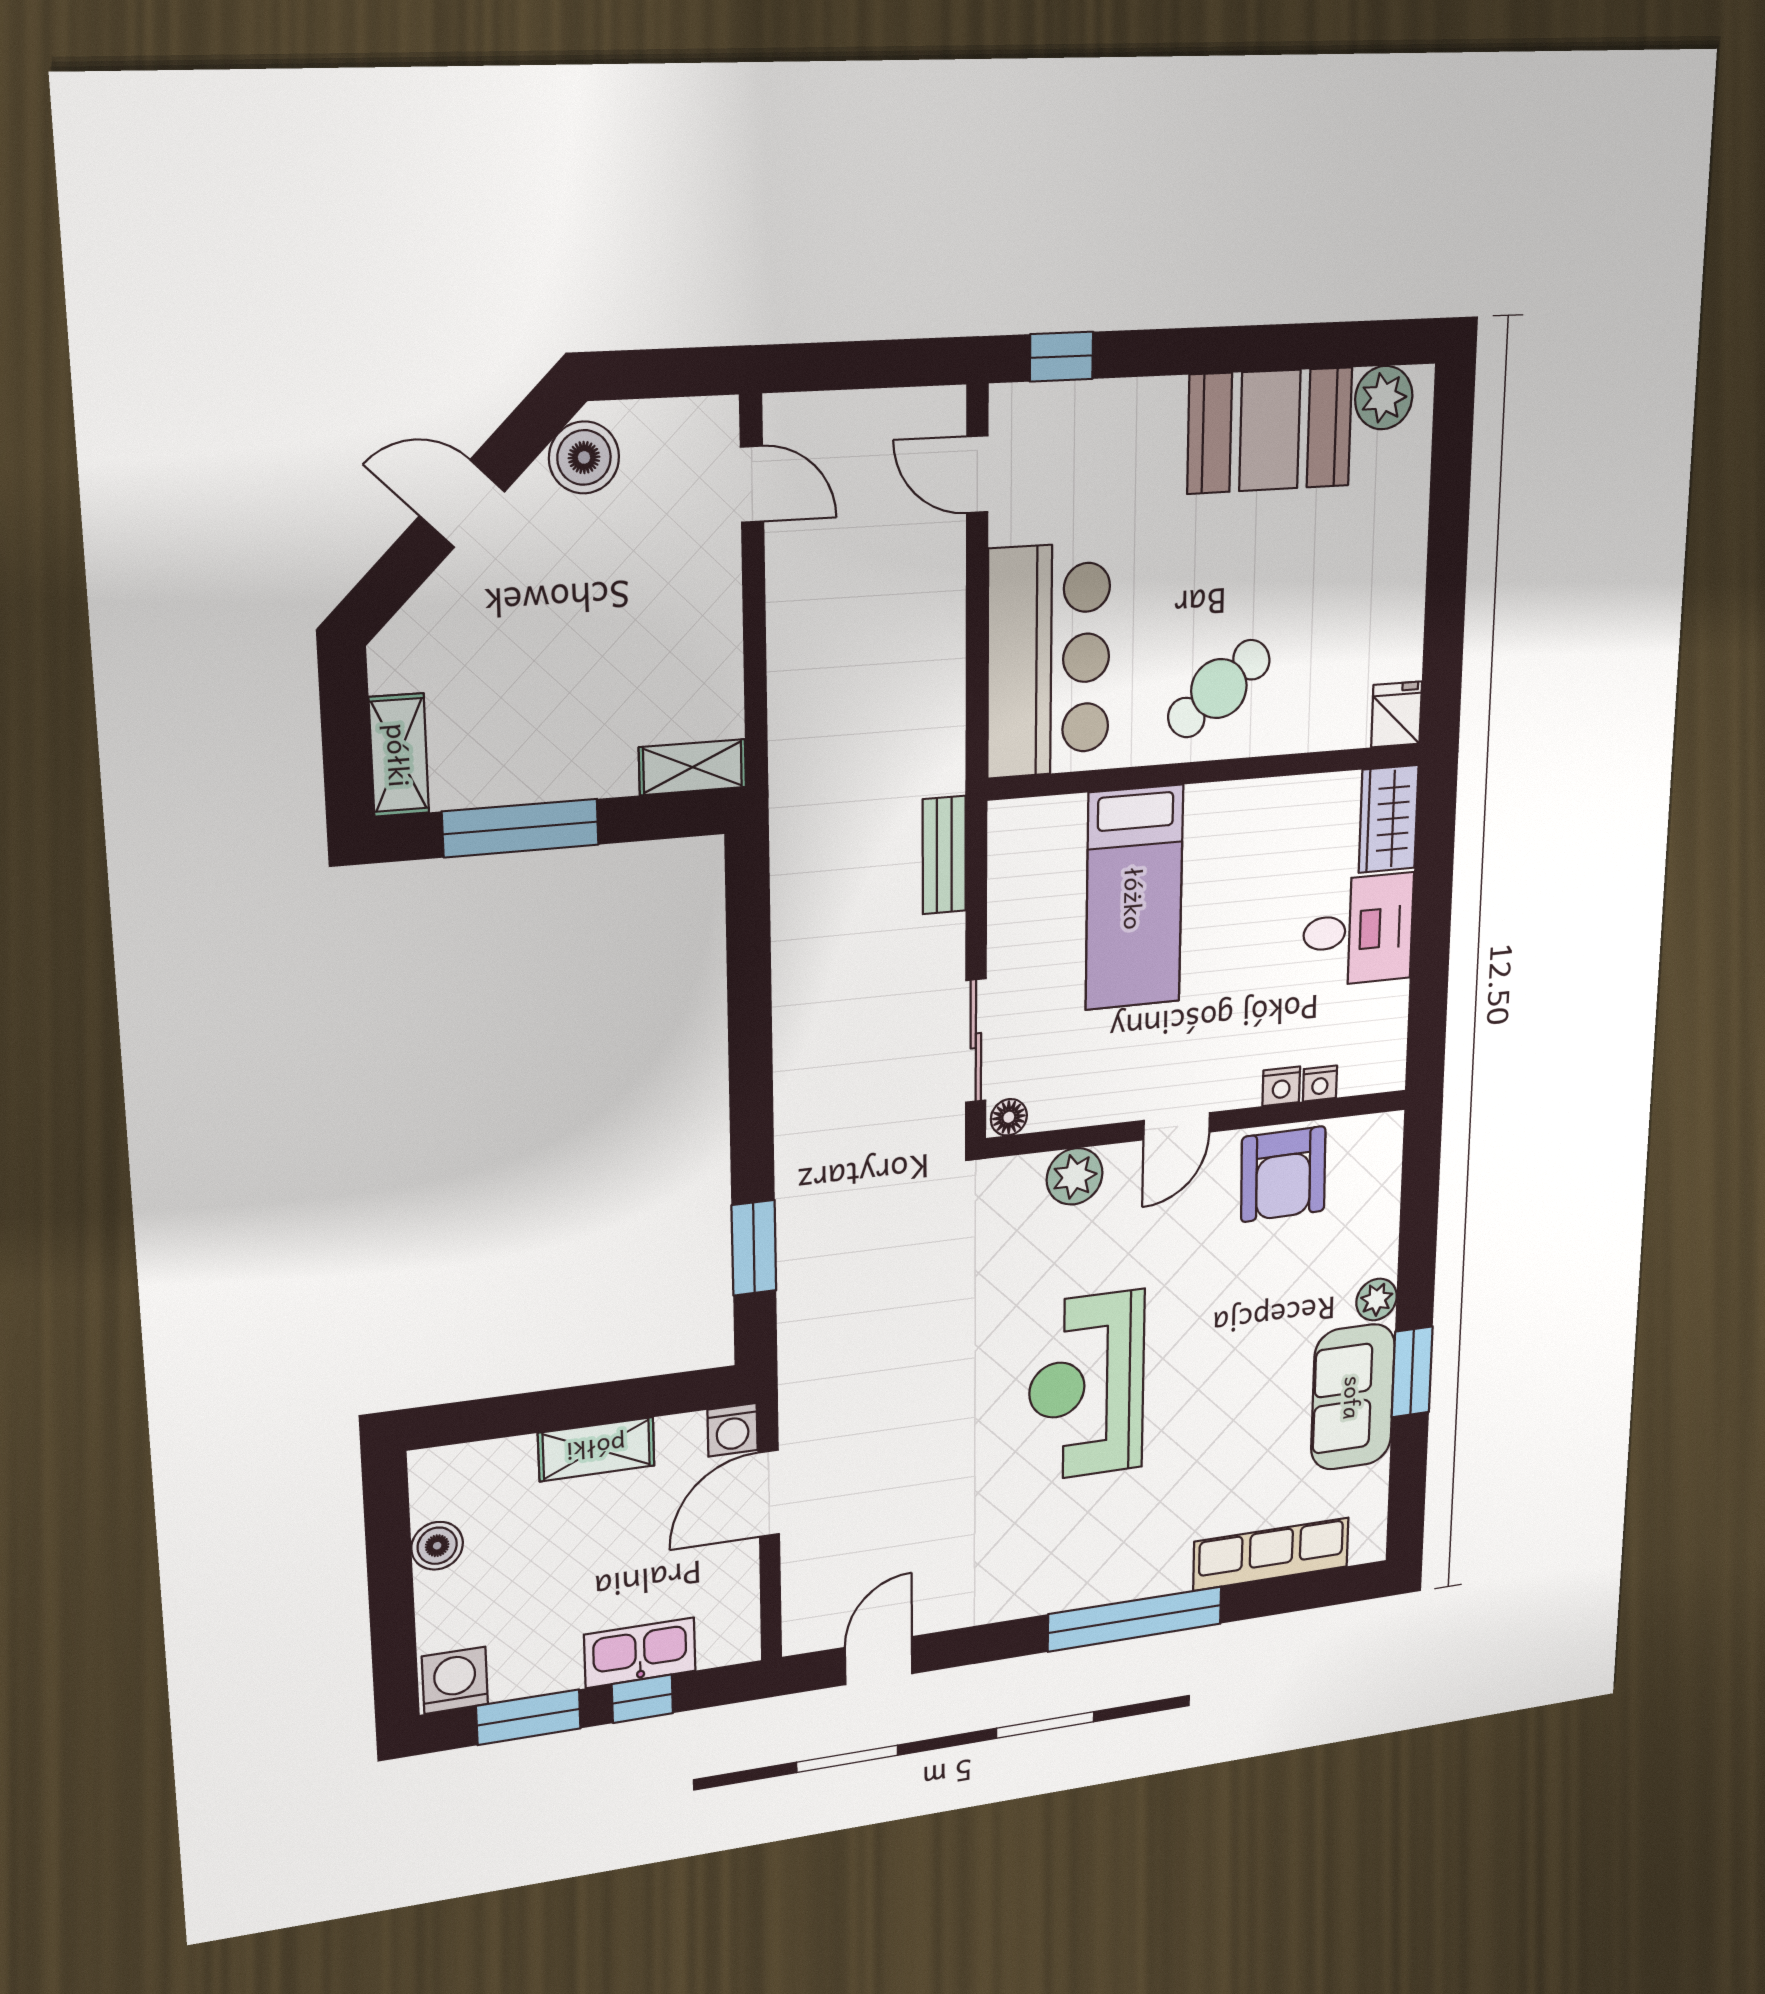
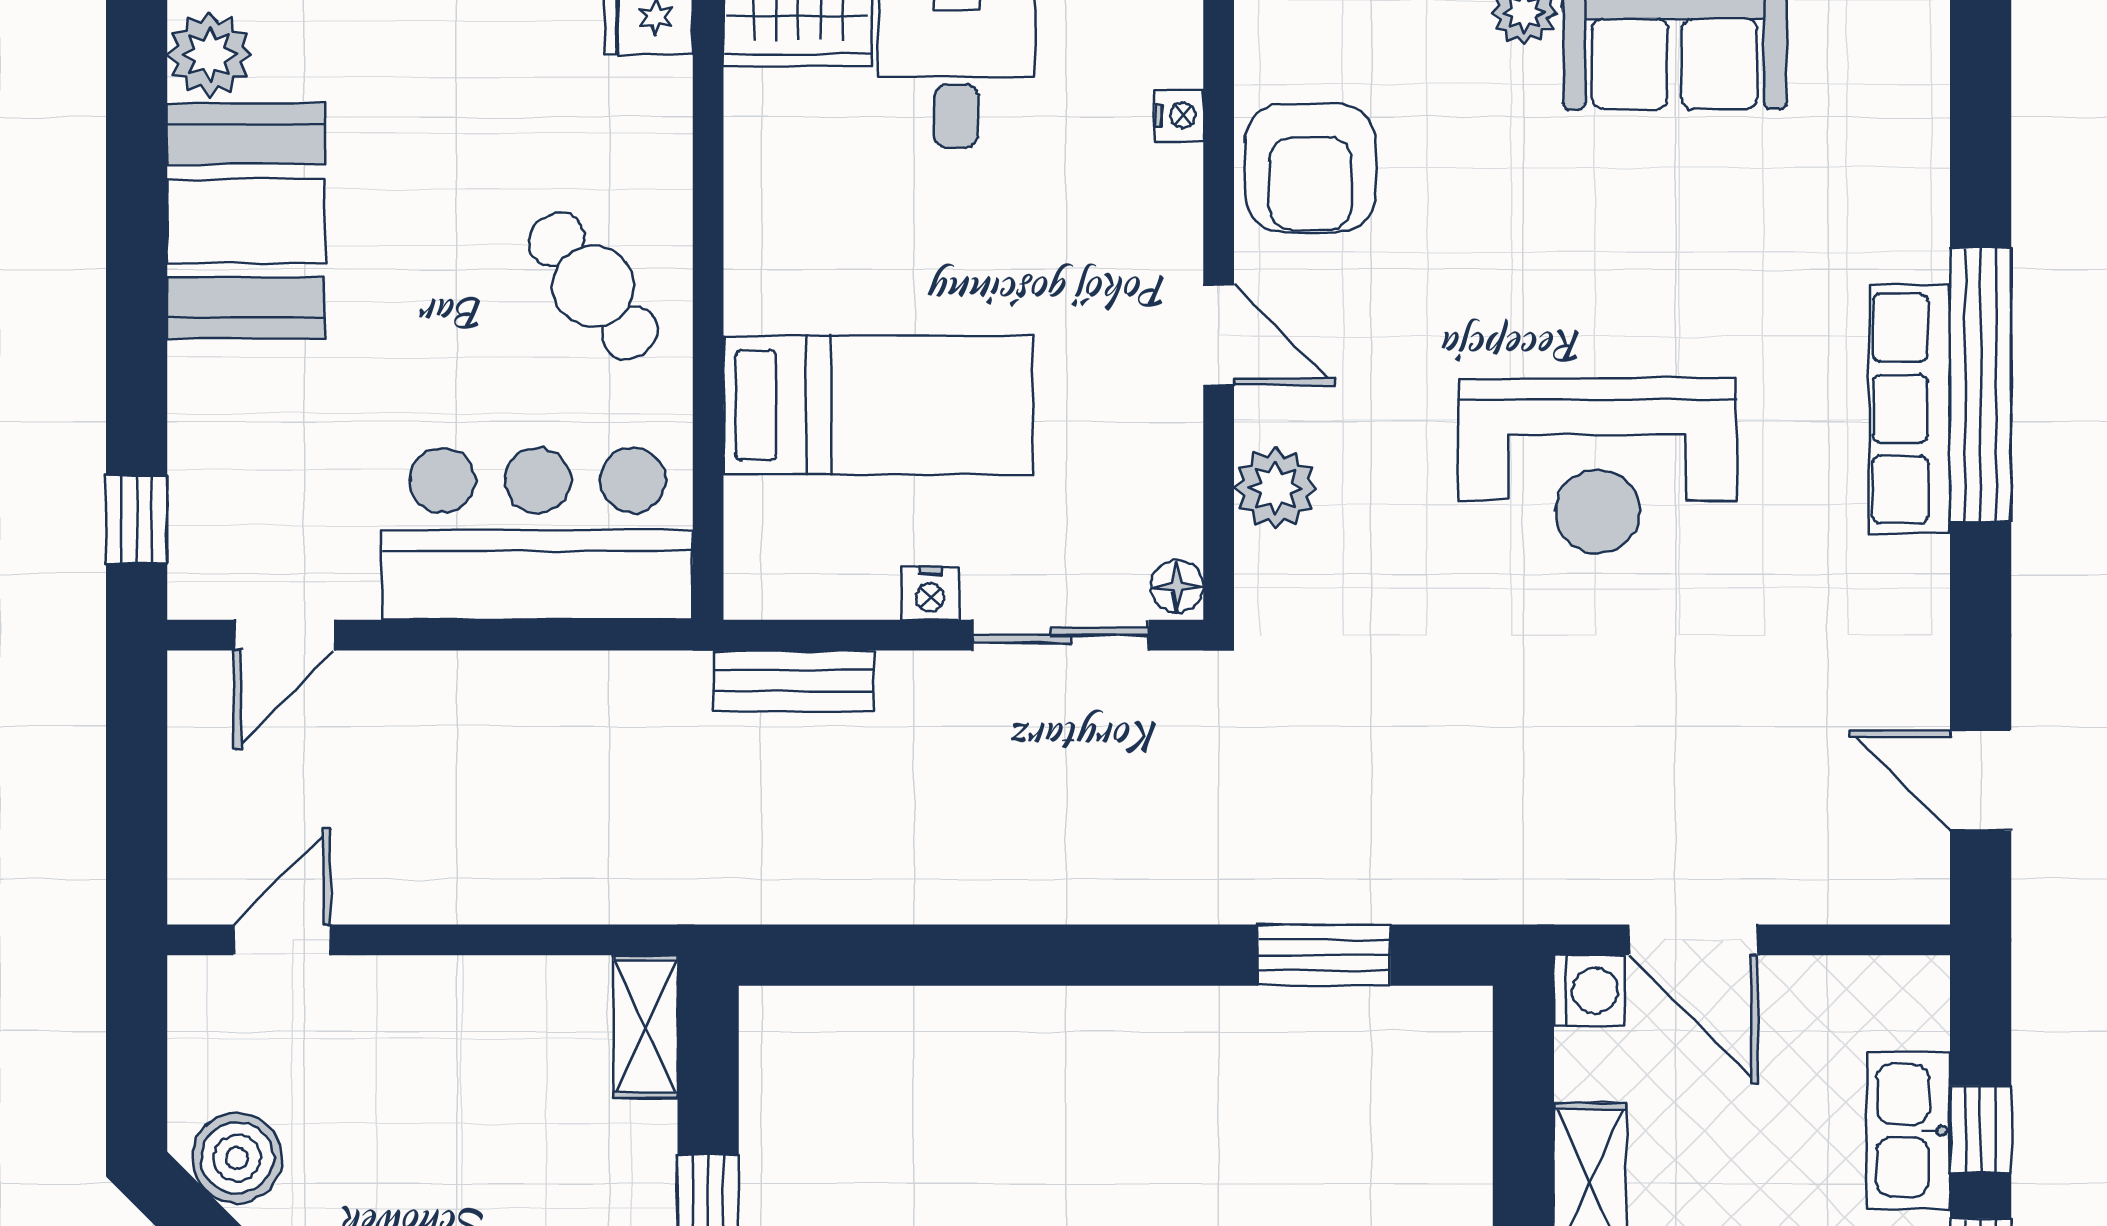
nightstand: (1281, 1086) -> (930, 593), moved, turned 90
armchair: (1283, 1174) -> (1310, 168), turned 91
row of seats: (1271, 1554) -> (1910, 409), moved

